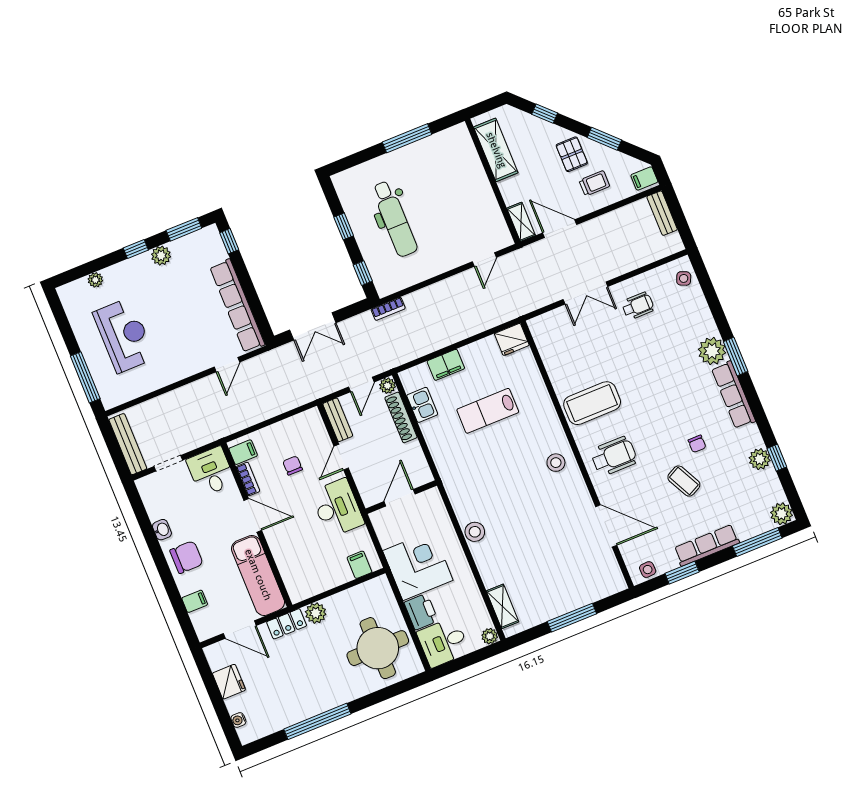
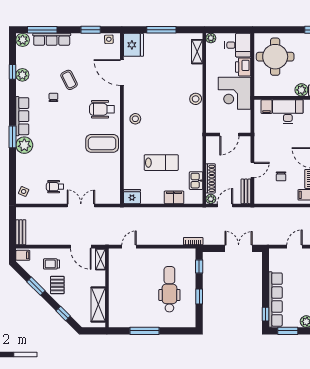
row of seats: (237, 306) -> (276, 300), moved
desk: (337, 508) -> (288, 112), moved, turned 90
row of seats: (707, 545) -> (52, 39), moved
fridge: (606, 576) -> (133, 45), added

